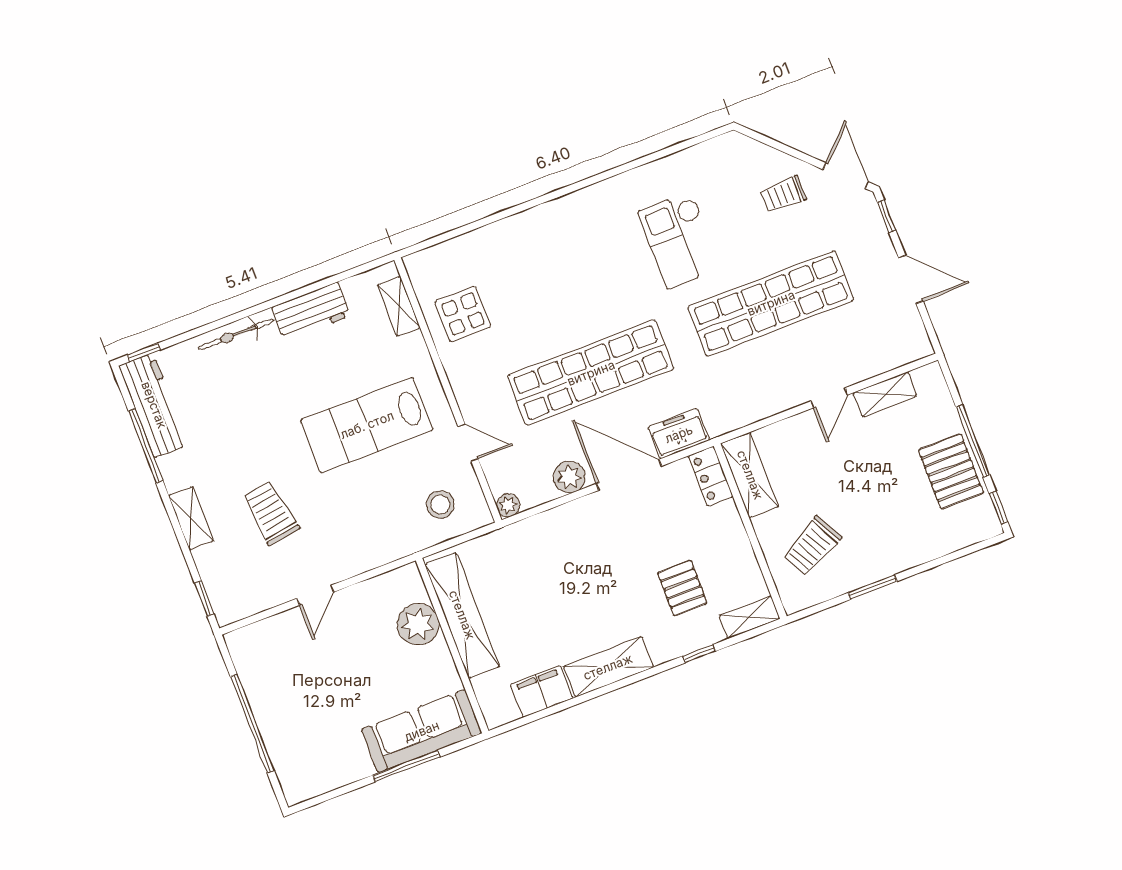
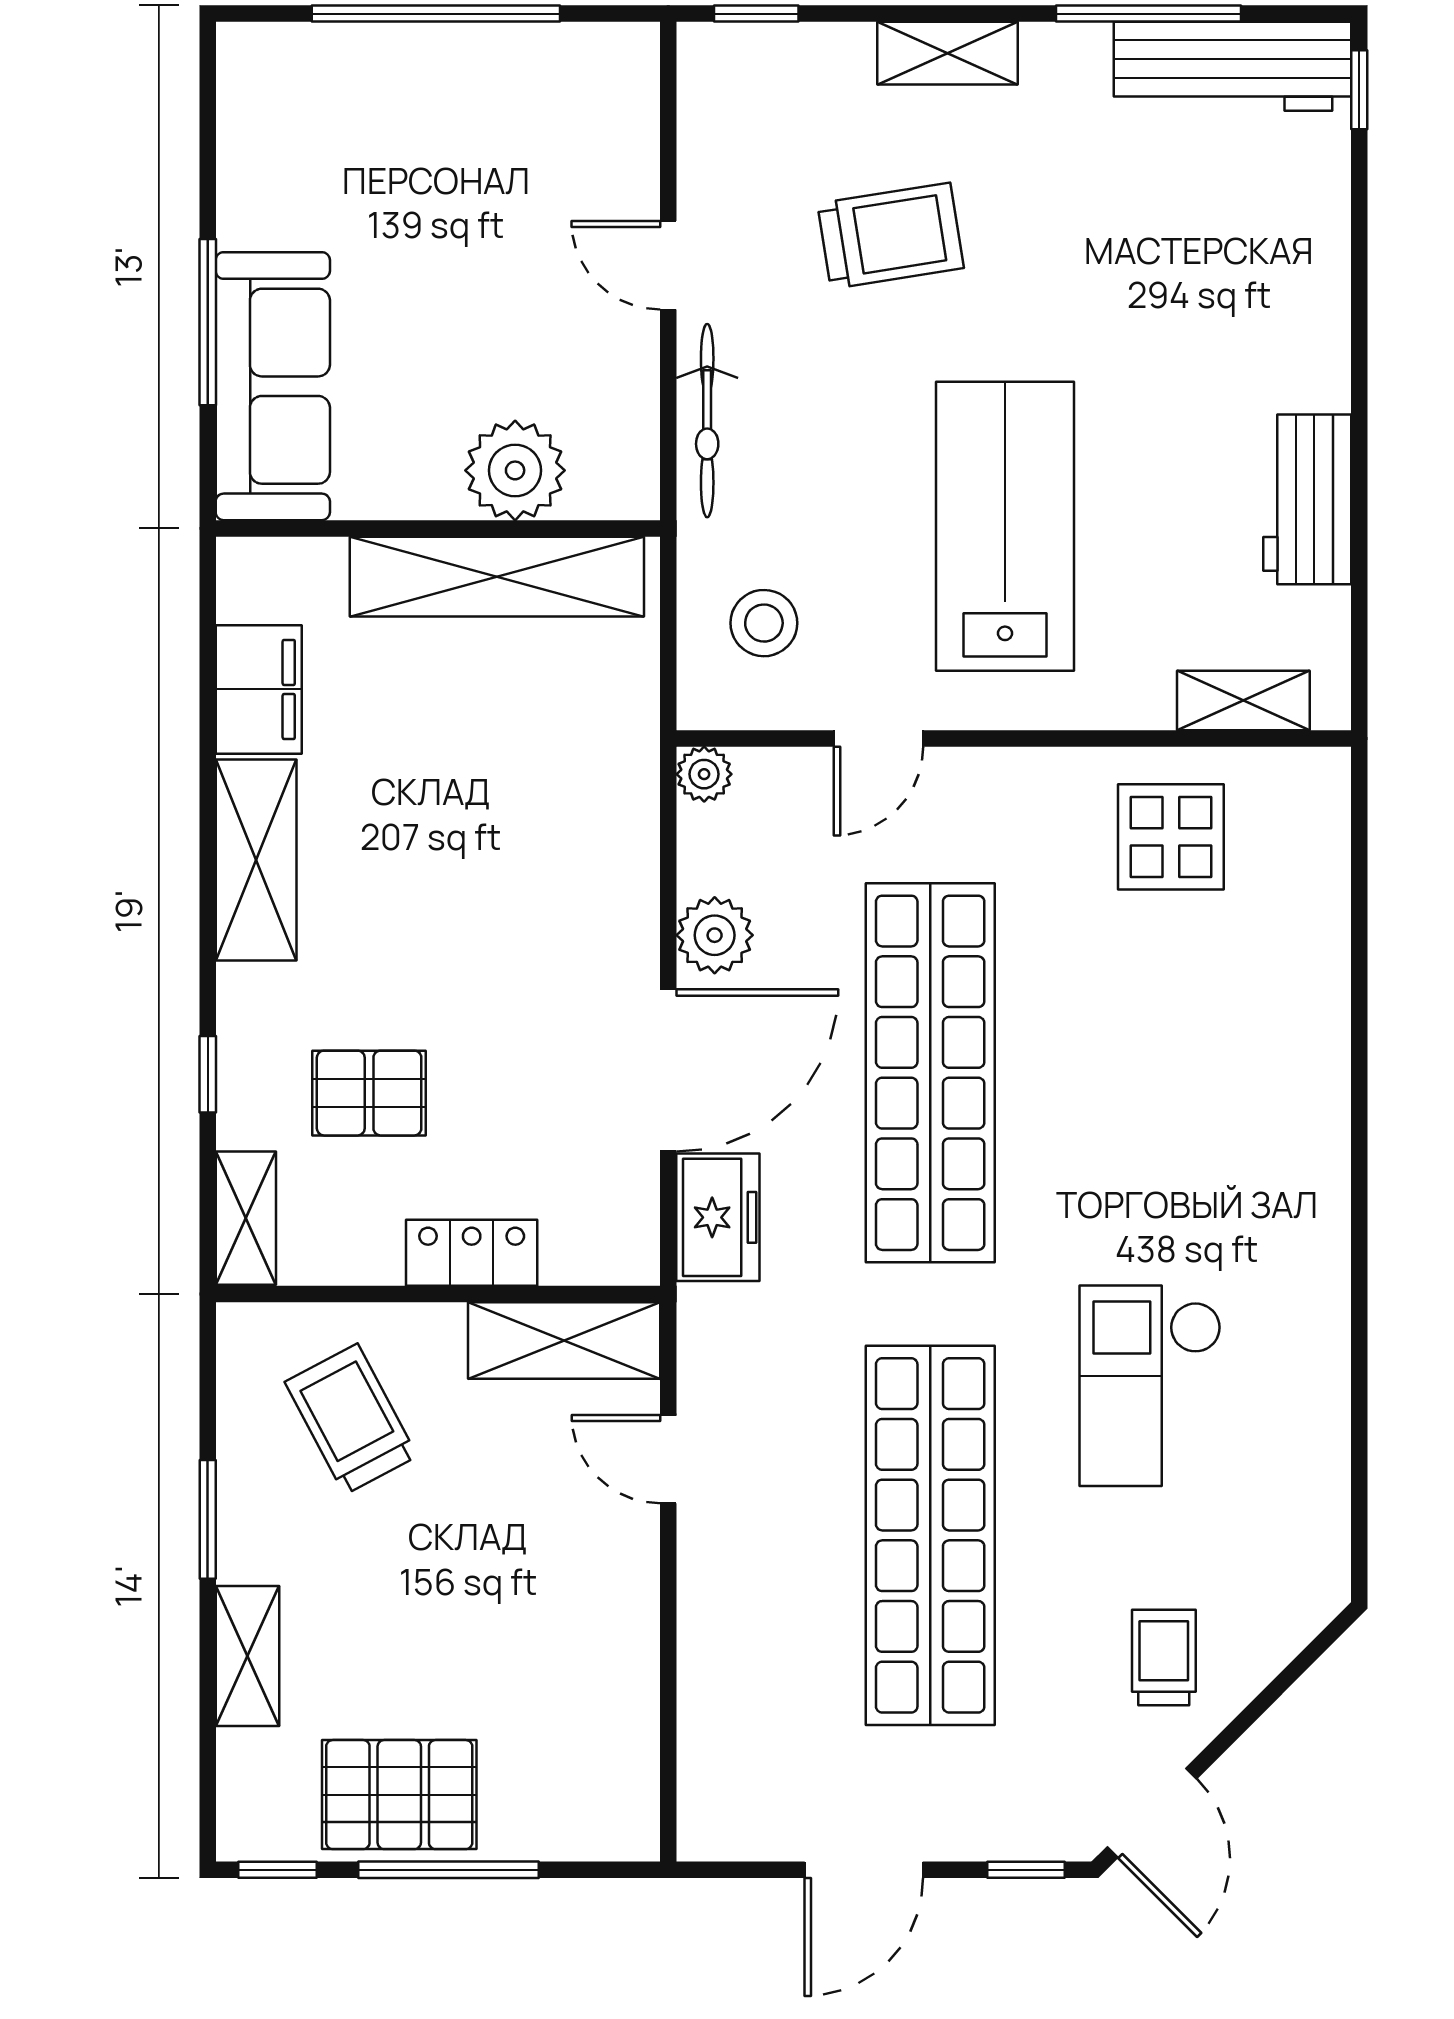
door: (846, 176) -> (1152, 1813), hinge flipped
checkout: (680, 240) -> (1150, 1386), turned -90
bicycle: (236, 334) -> (707, 421), moved, turned 180
shelving: (885, 394) -> (247, 1656), moved
door: (829, 398) -> (668, 1459), moved
locker: (711, 476) -> (472, 1253), moved

